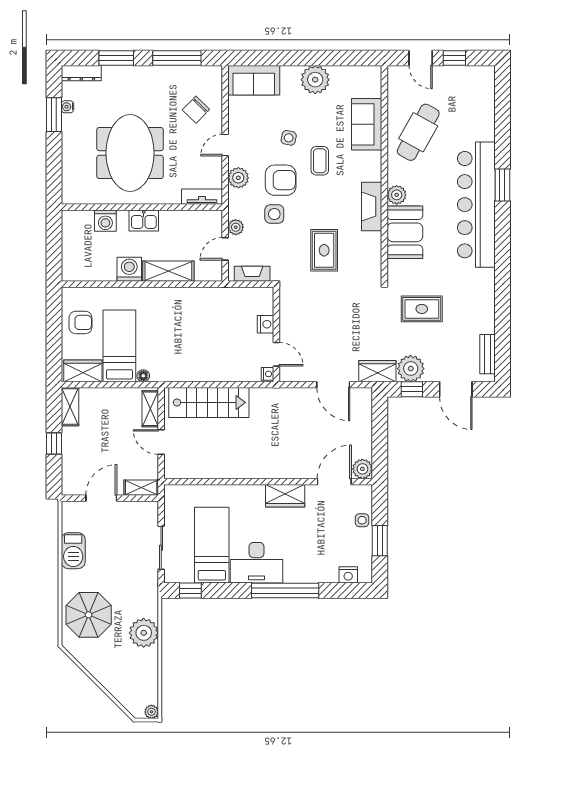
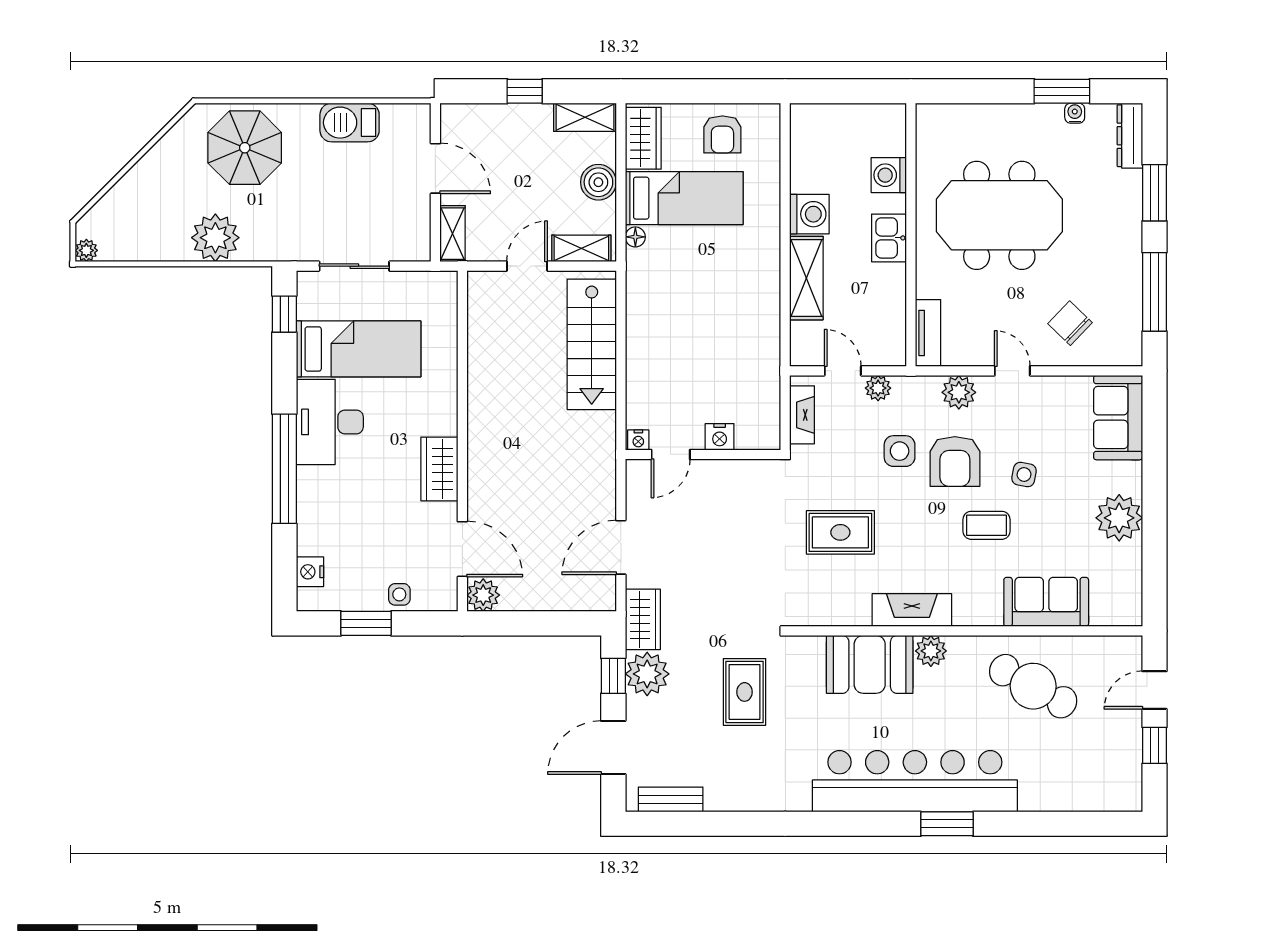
boiler: (110, 398) -> (598, 182), added

